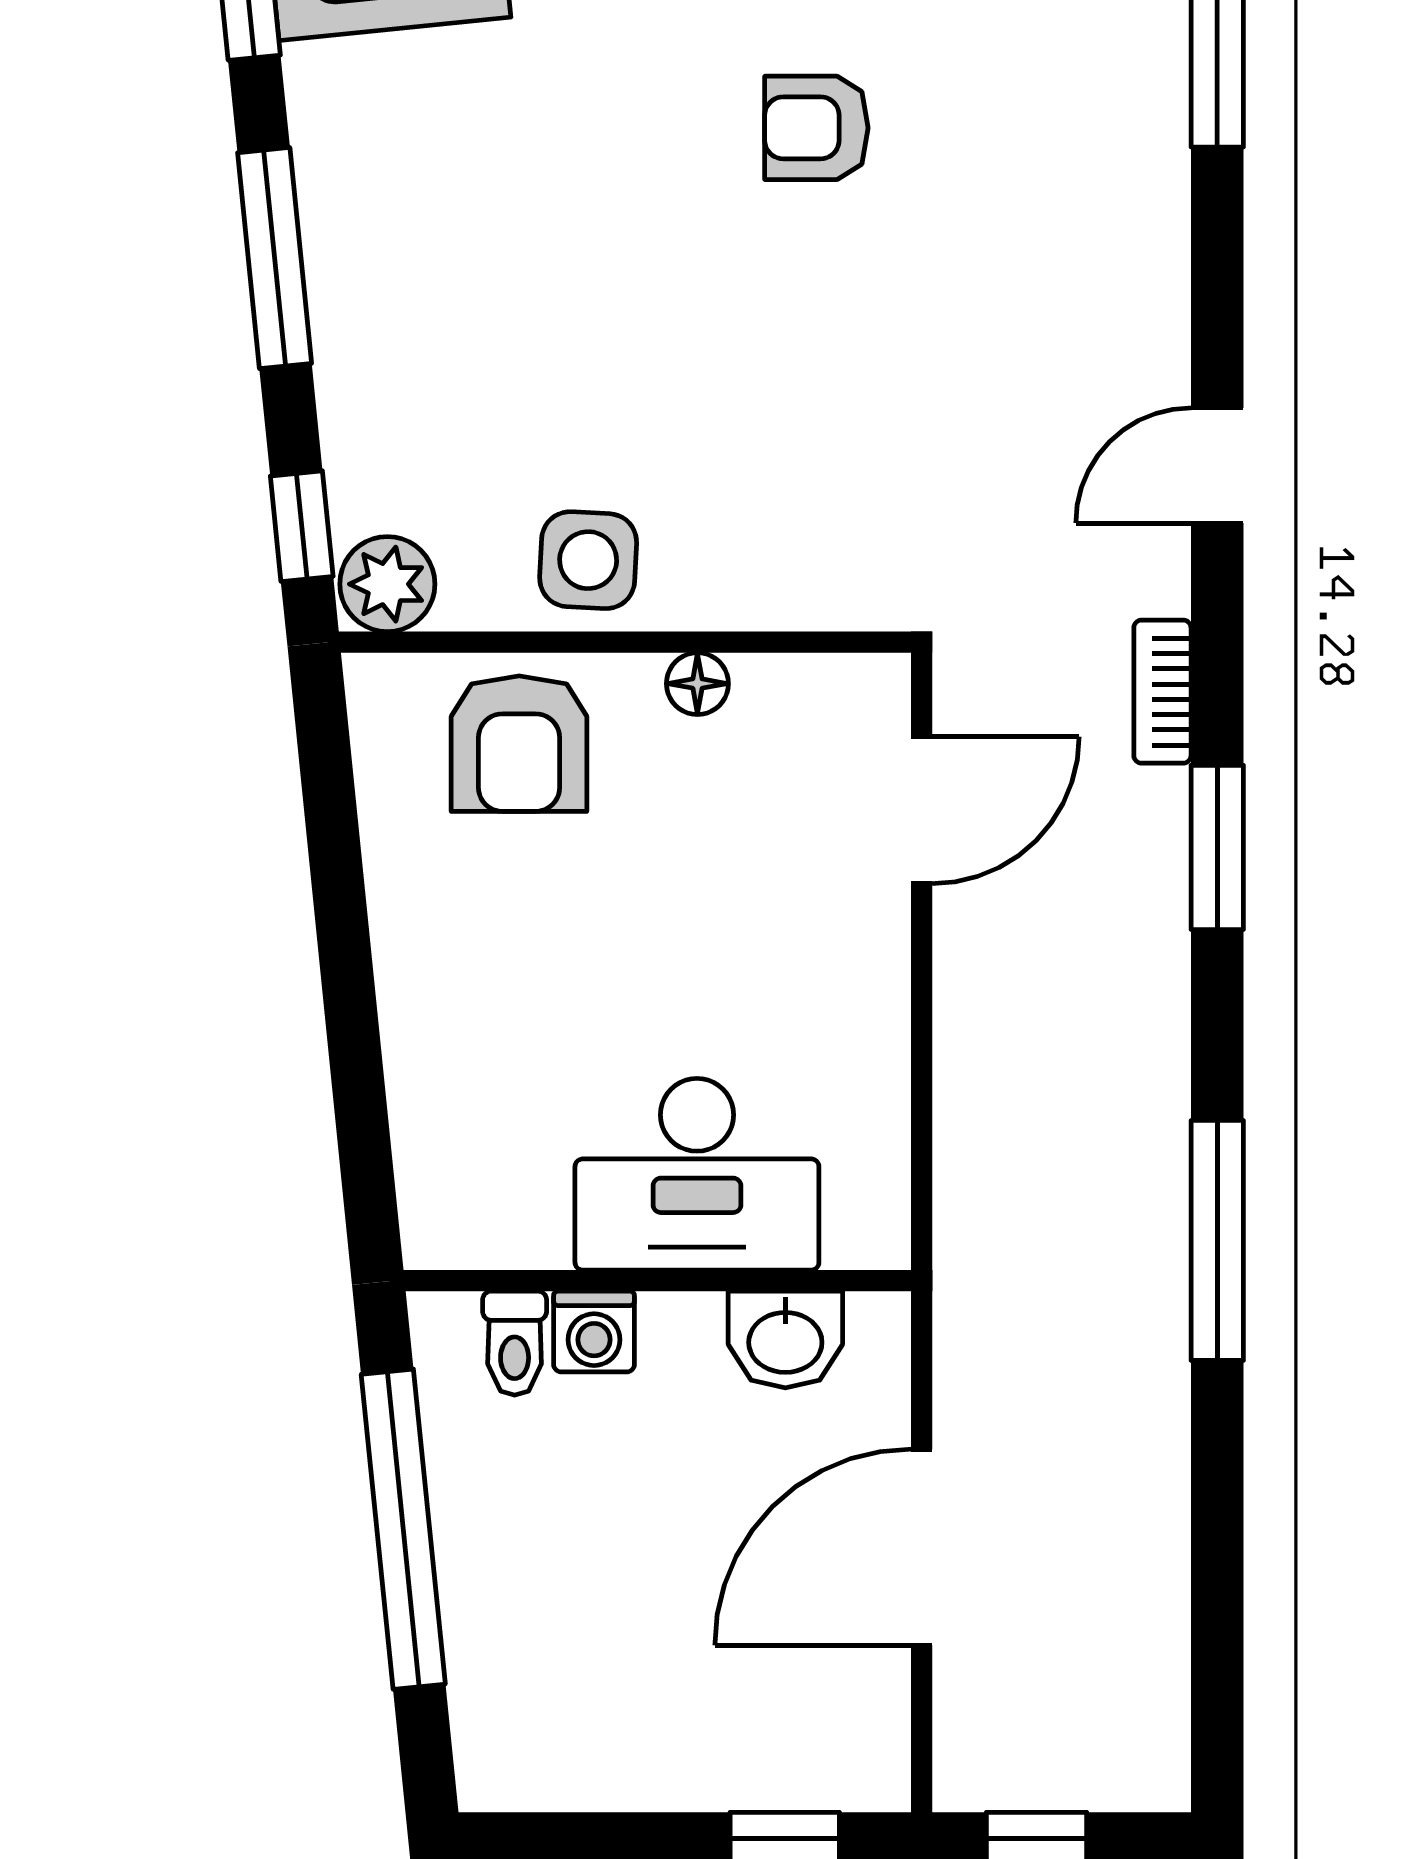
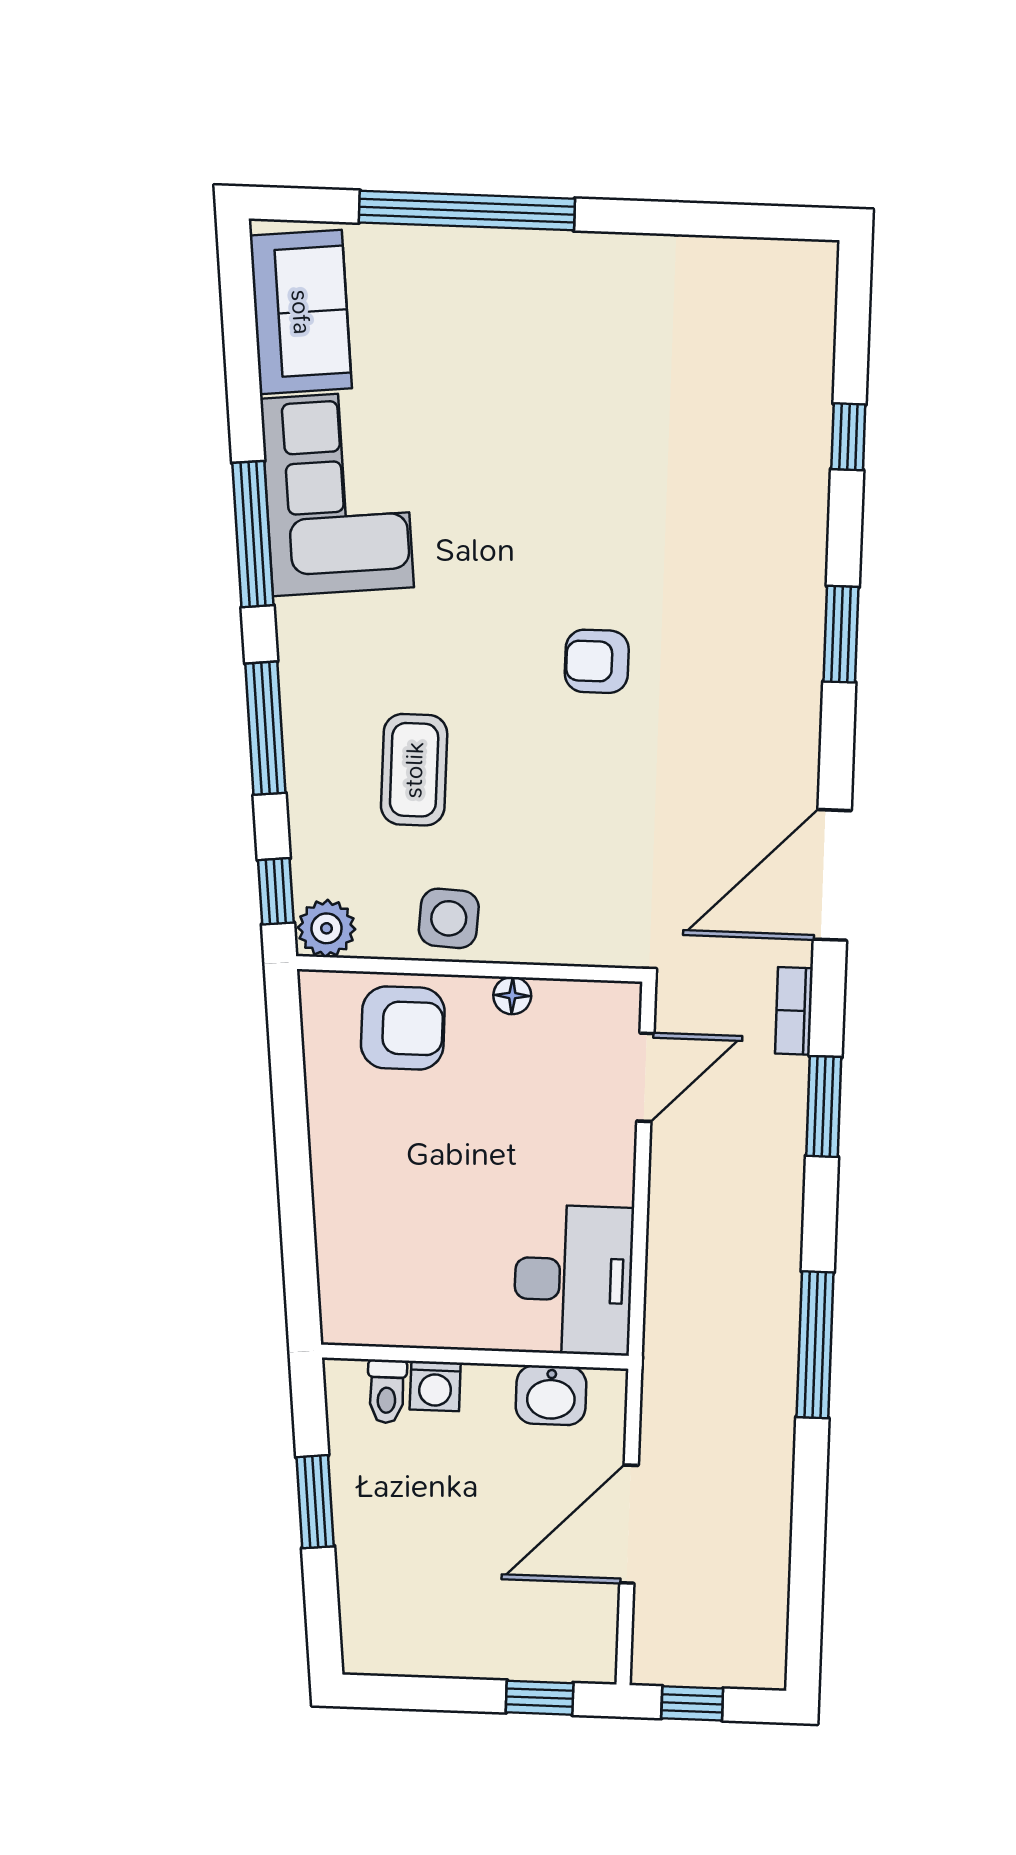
coffee table: (522, 317) -> (414, 770), added
door: (1217, 465) -> (832, 875), width x1.88
armchair: (519, 744) -> (403, 1028), turned -90
desk: (697, 1174) -> (573, 1280), moved, turned -90
window: (403, 1529) -> (315, 1502), width x0.47

